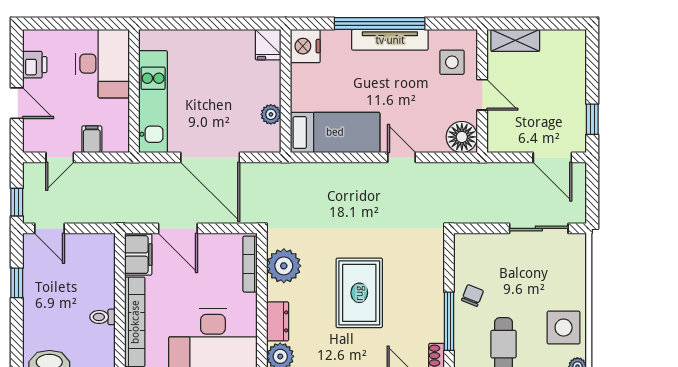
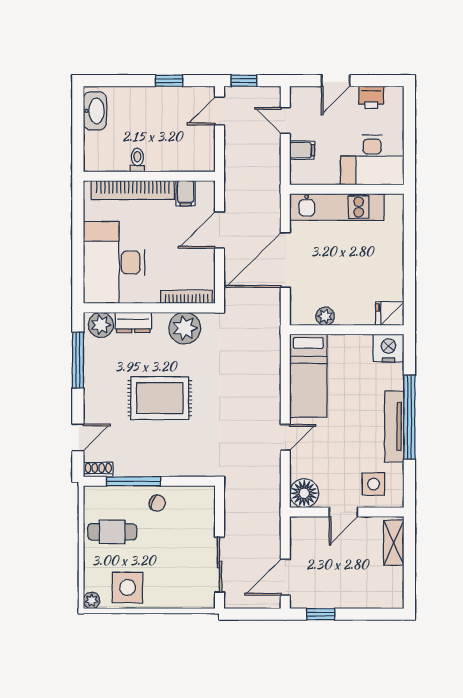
filing cabinet: (138, 255) -> (186, 193), width x0.50

